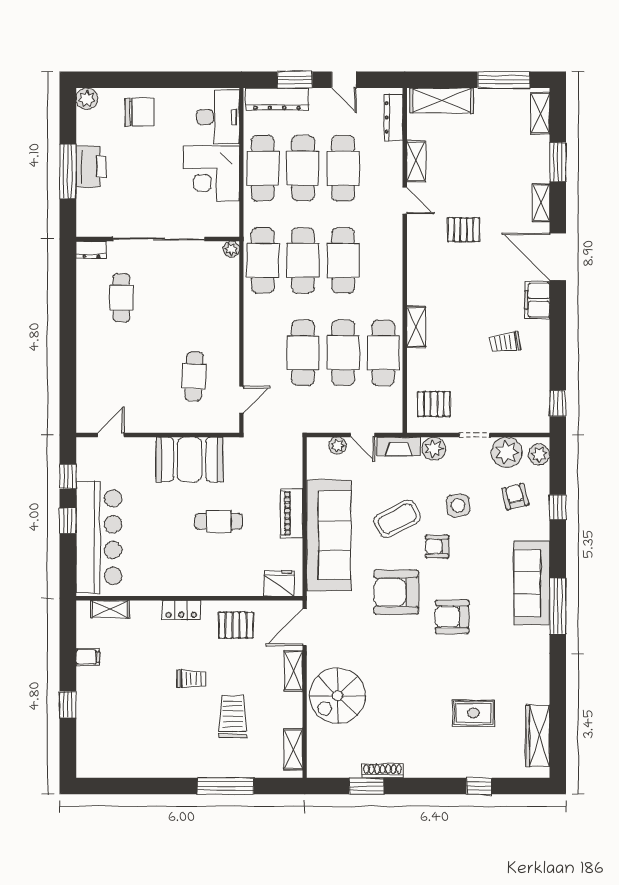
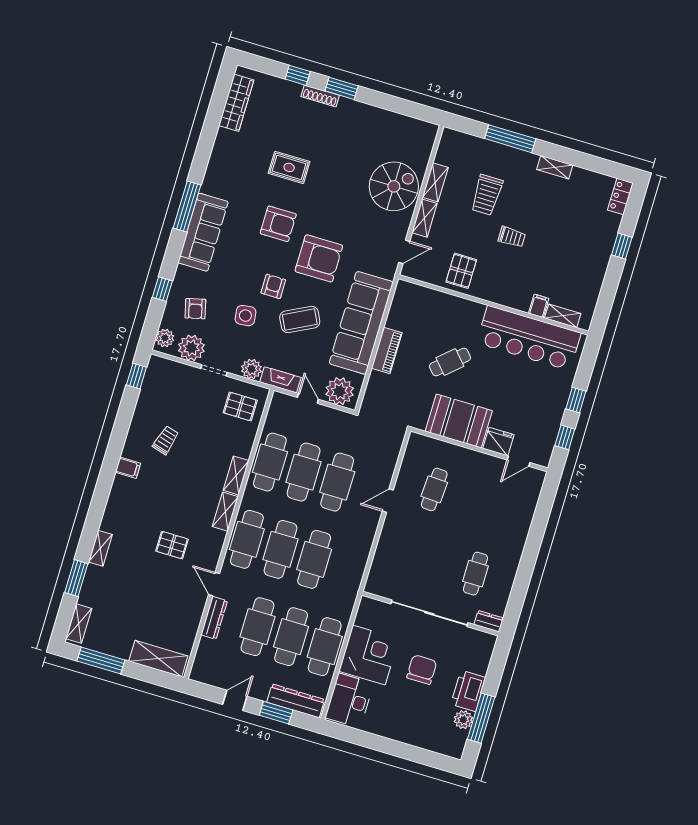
door: (344, 80) -> (235, 700), hinge flipped
plant: (87, 99) -> (463, 720), moved
chair: (140, 112) -> (422, 670), moved, turned 90
dresser: (394, 118) -> (214, 618), moved
shelving: (416, 161) -> (225, 512), moved
window: (68, 171) -> (481, 718), moved
plant: (231, 249) -> (371, 587), removed
door: (558, 257) -> (100, 499), removed
cafe table: (263, 260) -> (247, 539), moved
filing cabinet: (537, 300) -> (128, 468), width x0.50
trolley: (505, 343) -> (166, 440), turned -66
door: (241, 400) -> (388, 501), moved
plant: (338, 446) -> (340, 391), width x1.88, depth x1.88
cafe table: (219, 521) -> (450, 362), turned -42
bar counter: (99, 537) -> (529, 338), moved, turned -90
armchair: (437, 547) -> (273, 286), turned -90
fridge: (279, 583) -> (498, 442), moved, turned 180
locker: (181, 610) -> (620, 196), moved, turned -90
pallet: (236, 625) -> (461, 271), turned 90
door: (305, 627) -> (404, 252), width x0.73
filing cabinet: (88, 657) -> (539, 306), moved, turned 90
trolley: (192, 679) -> (512, 237), turned 180
rug: (473, 713) -> (289, 167), moved
shelving: (293, 749) -> (435, 182), moved
shelving: (167, 769) -> (555, 167), added
shoe rack: (383, 771) -> (320, 96), moved
window: (366, 786) -> (342, 88), moved

